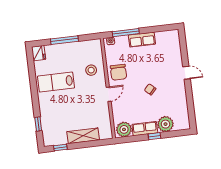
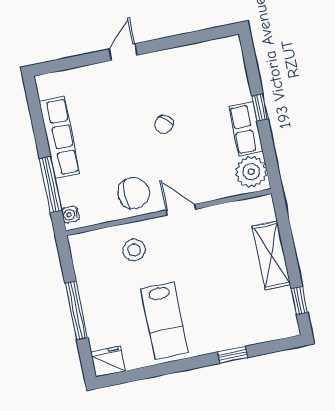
row of seats: (142, 40) -> (60, 137), width x1.48
window: (38, 124) -> (233, 355), moved
plant: (165, 124) -> (233, 87), removed

